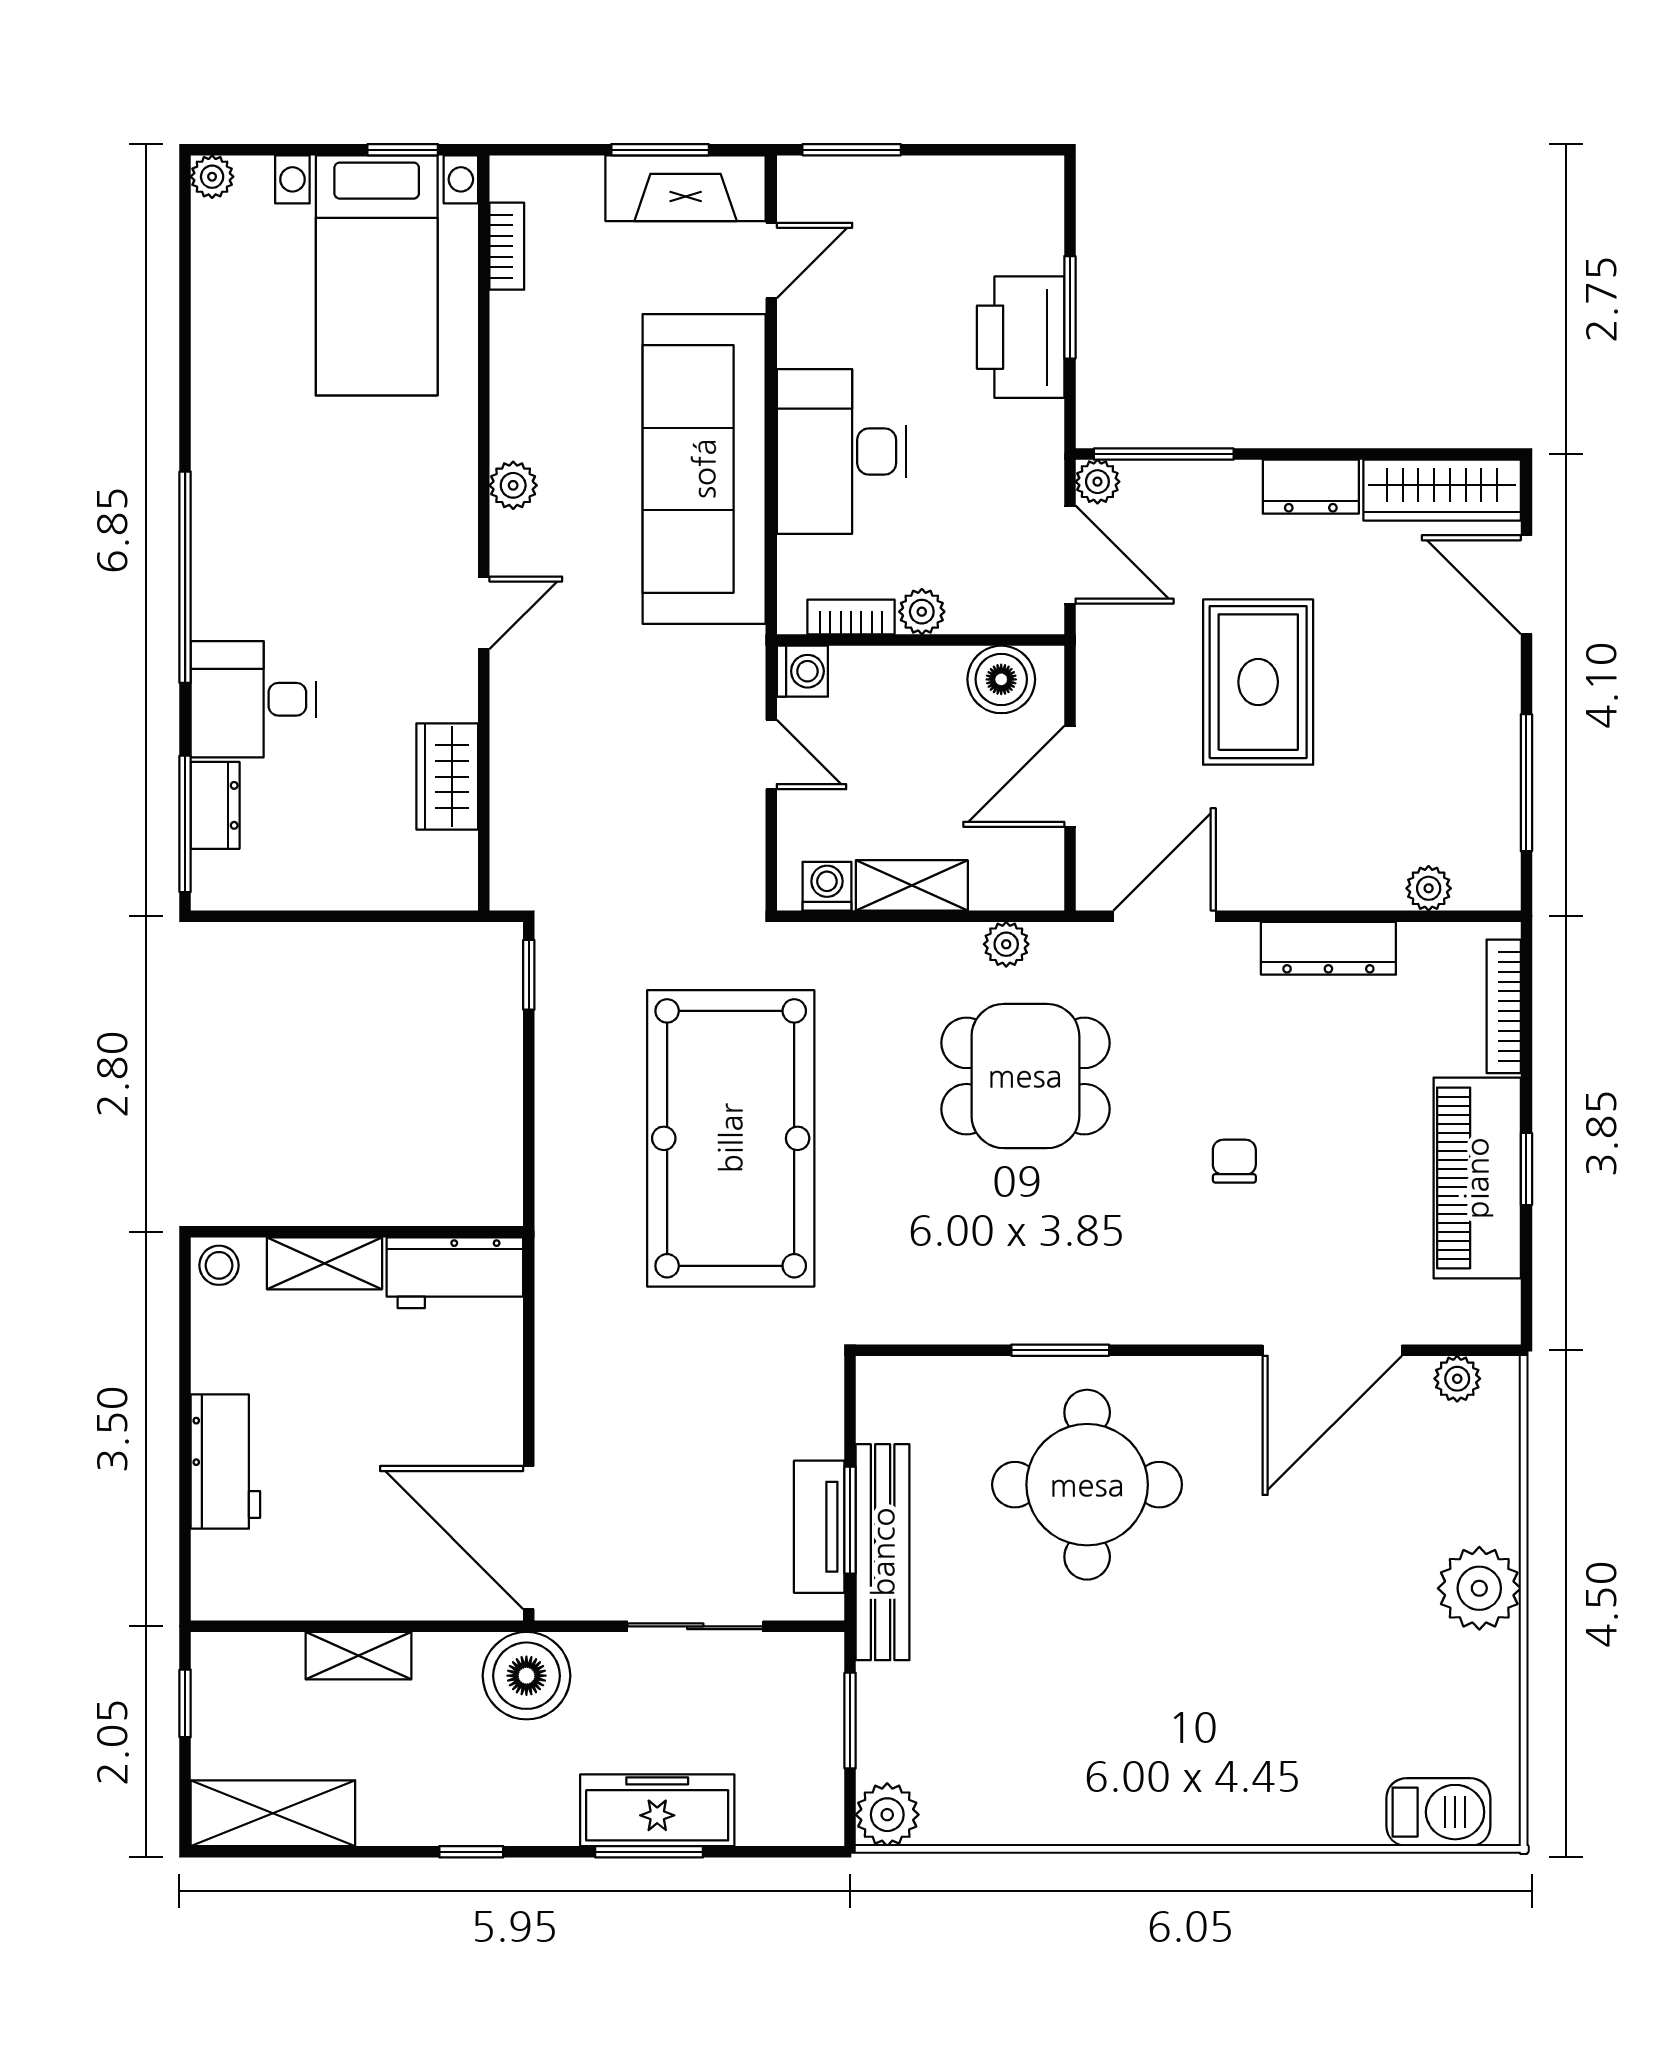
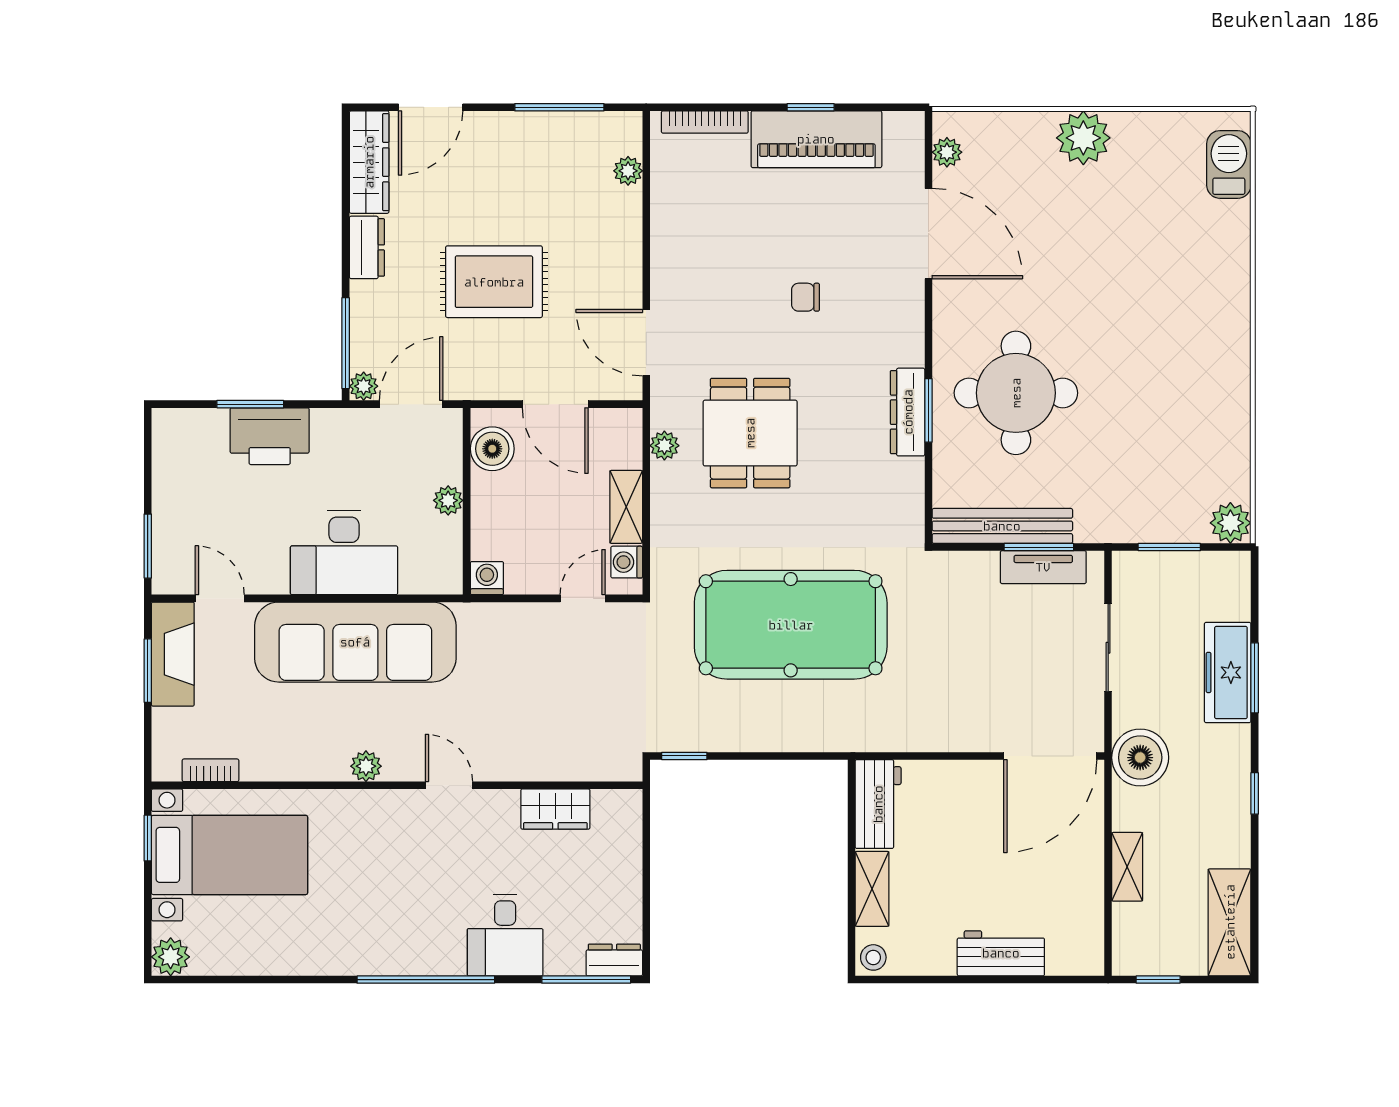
plant: (212, 177) -> (171, 957), width x1.38, depth x1.38
bookcase: (851, 617) -> (452, 546), removed
door: (771, 755) -> (583, 598), moved
dresser: (215, 805) -> (614, 960), moved
dresser: (1328, 948) -> (908, 412), moved, turned 180
bench: (883, 1552) -> (1002, 526), moved

